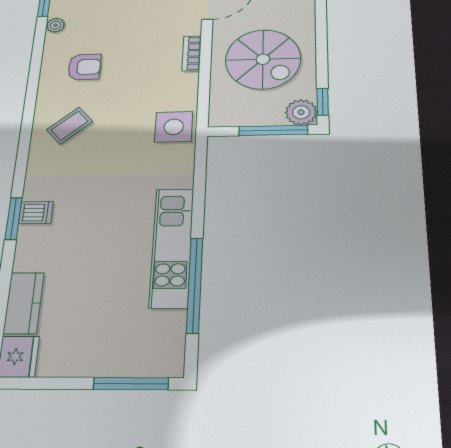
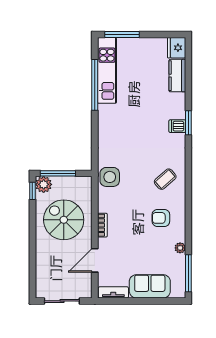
kitchen unit: (172, 247) -> (107, 70), moved

